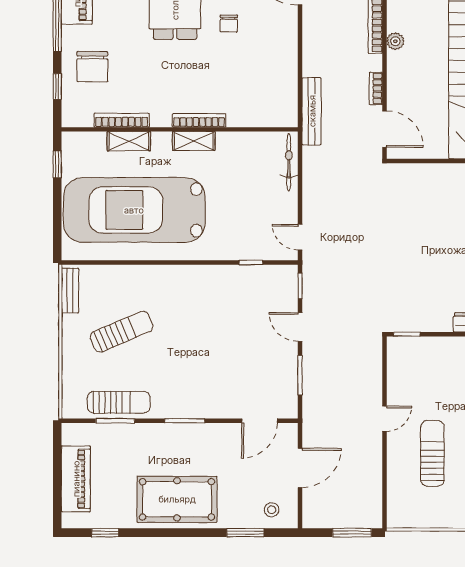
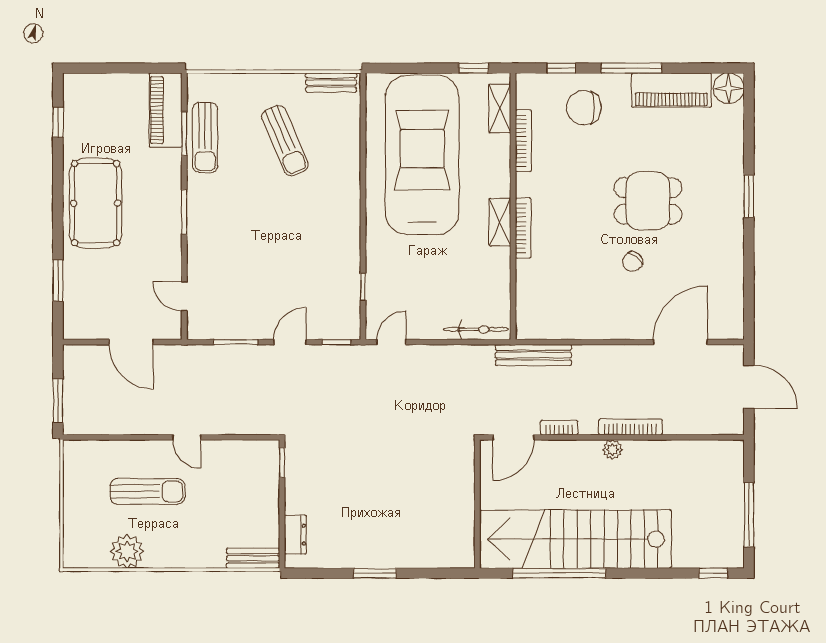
chair: (229, 24) -> (632, 262), turned -52
shelving: (129, 141) -> (500, 109), moved
door: (259, 421) -> (184, 296), width x0.73
piano: (76, 479) -> (166, 110), moved, turned 90
stool: (272, 510) -> (84, 310), removed

